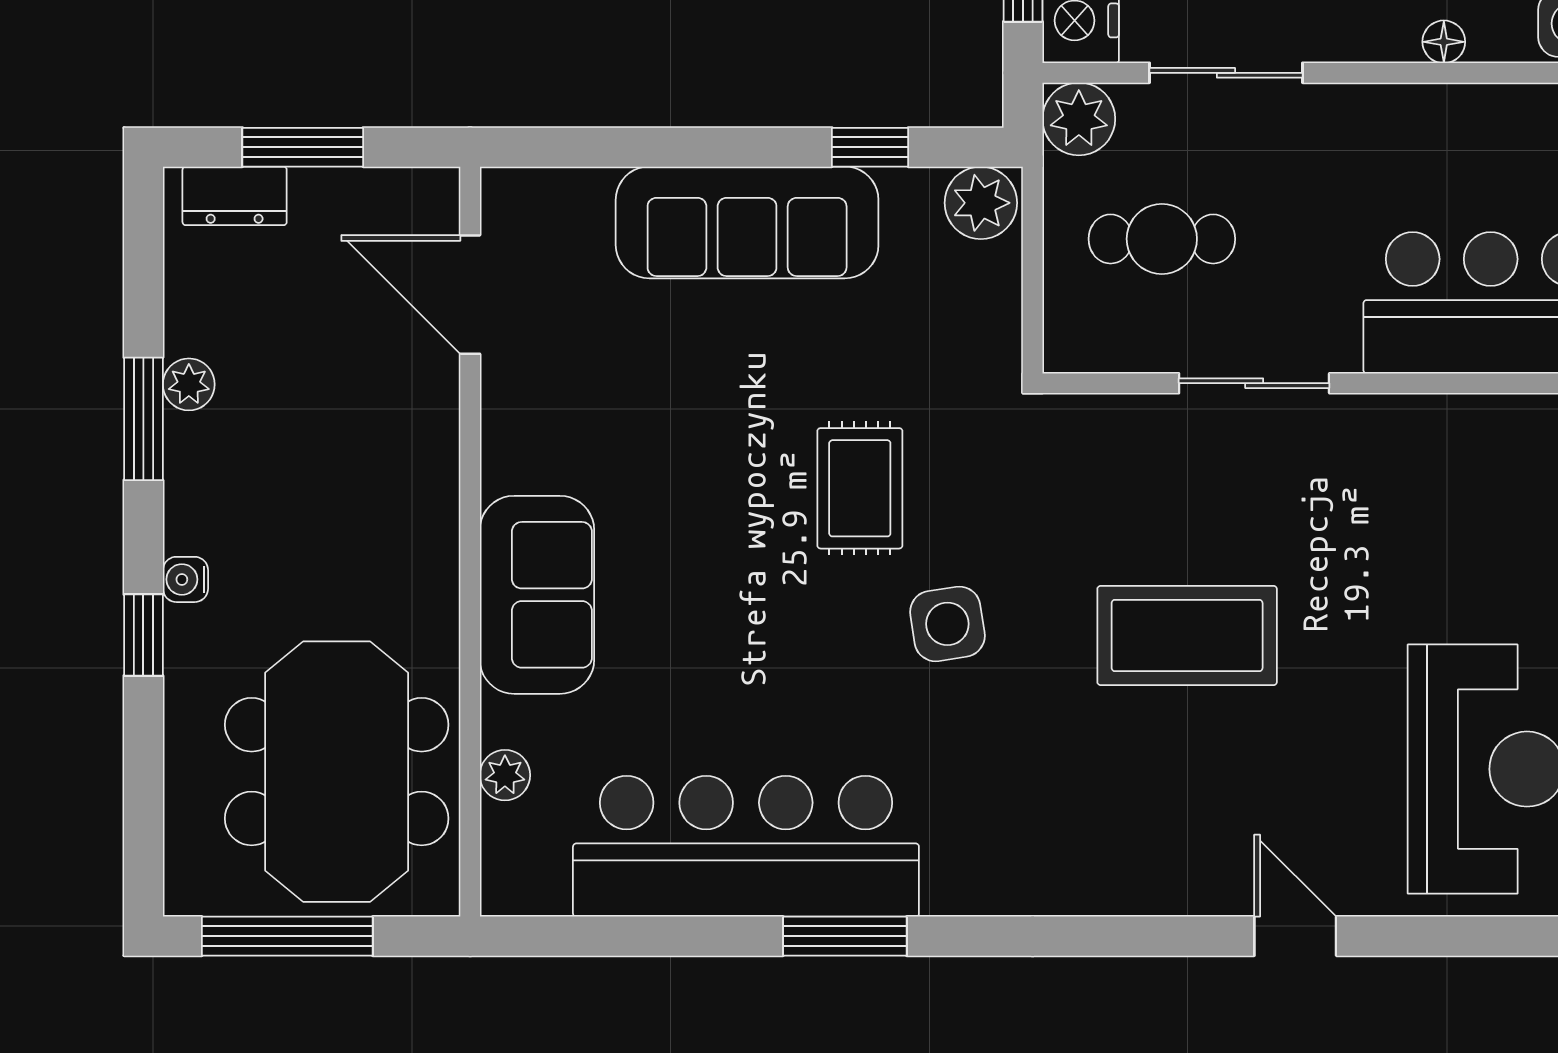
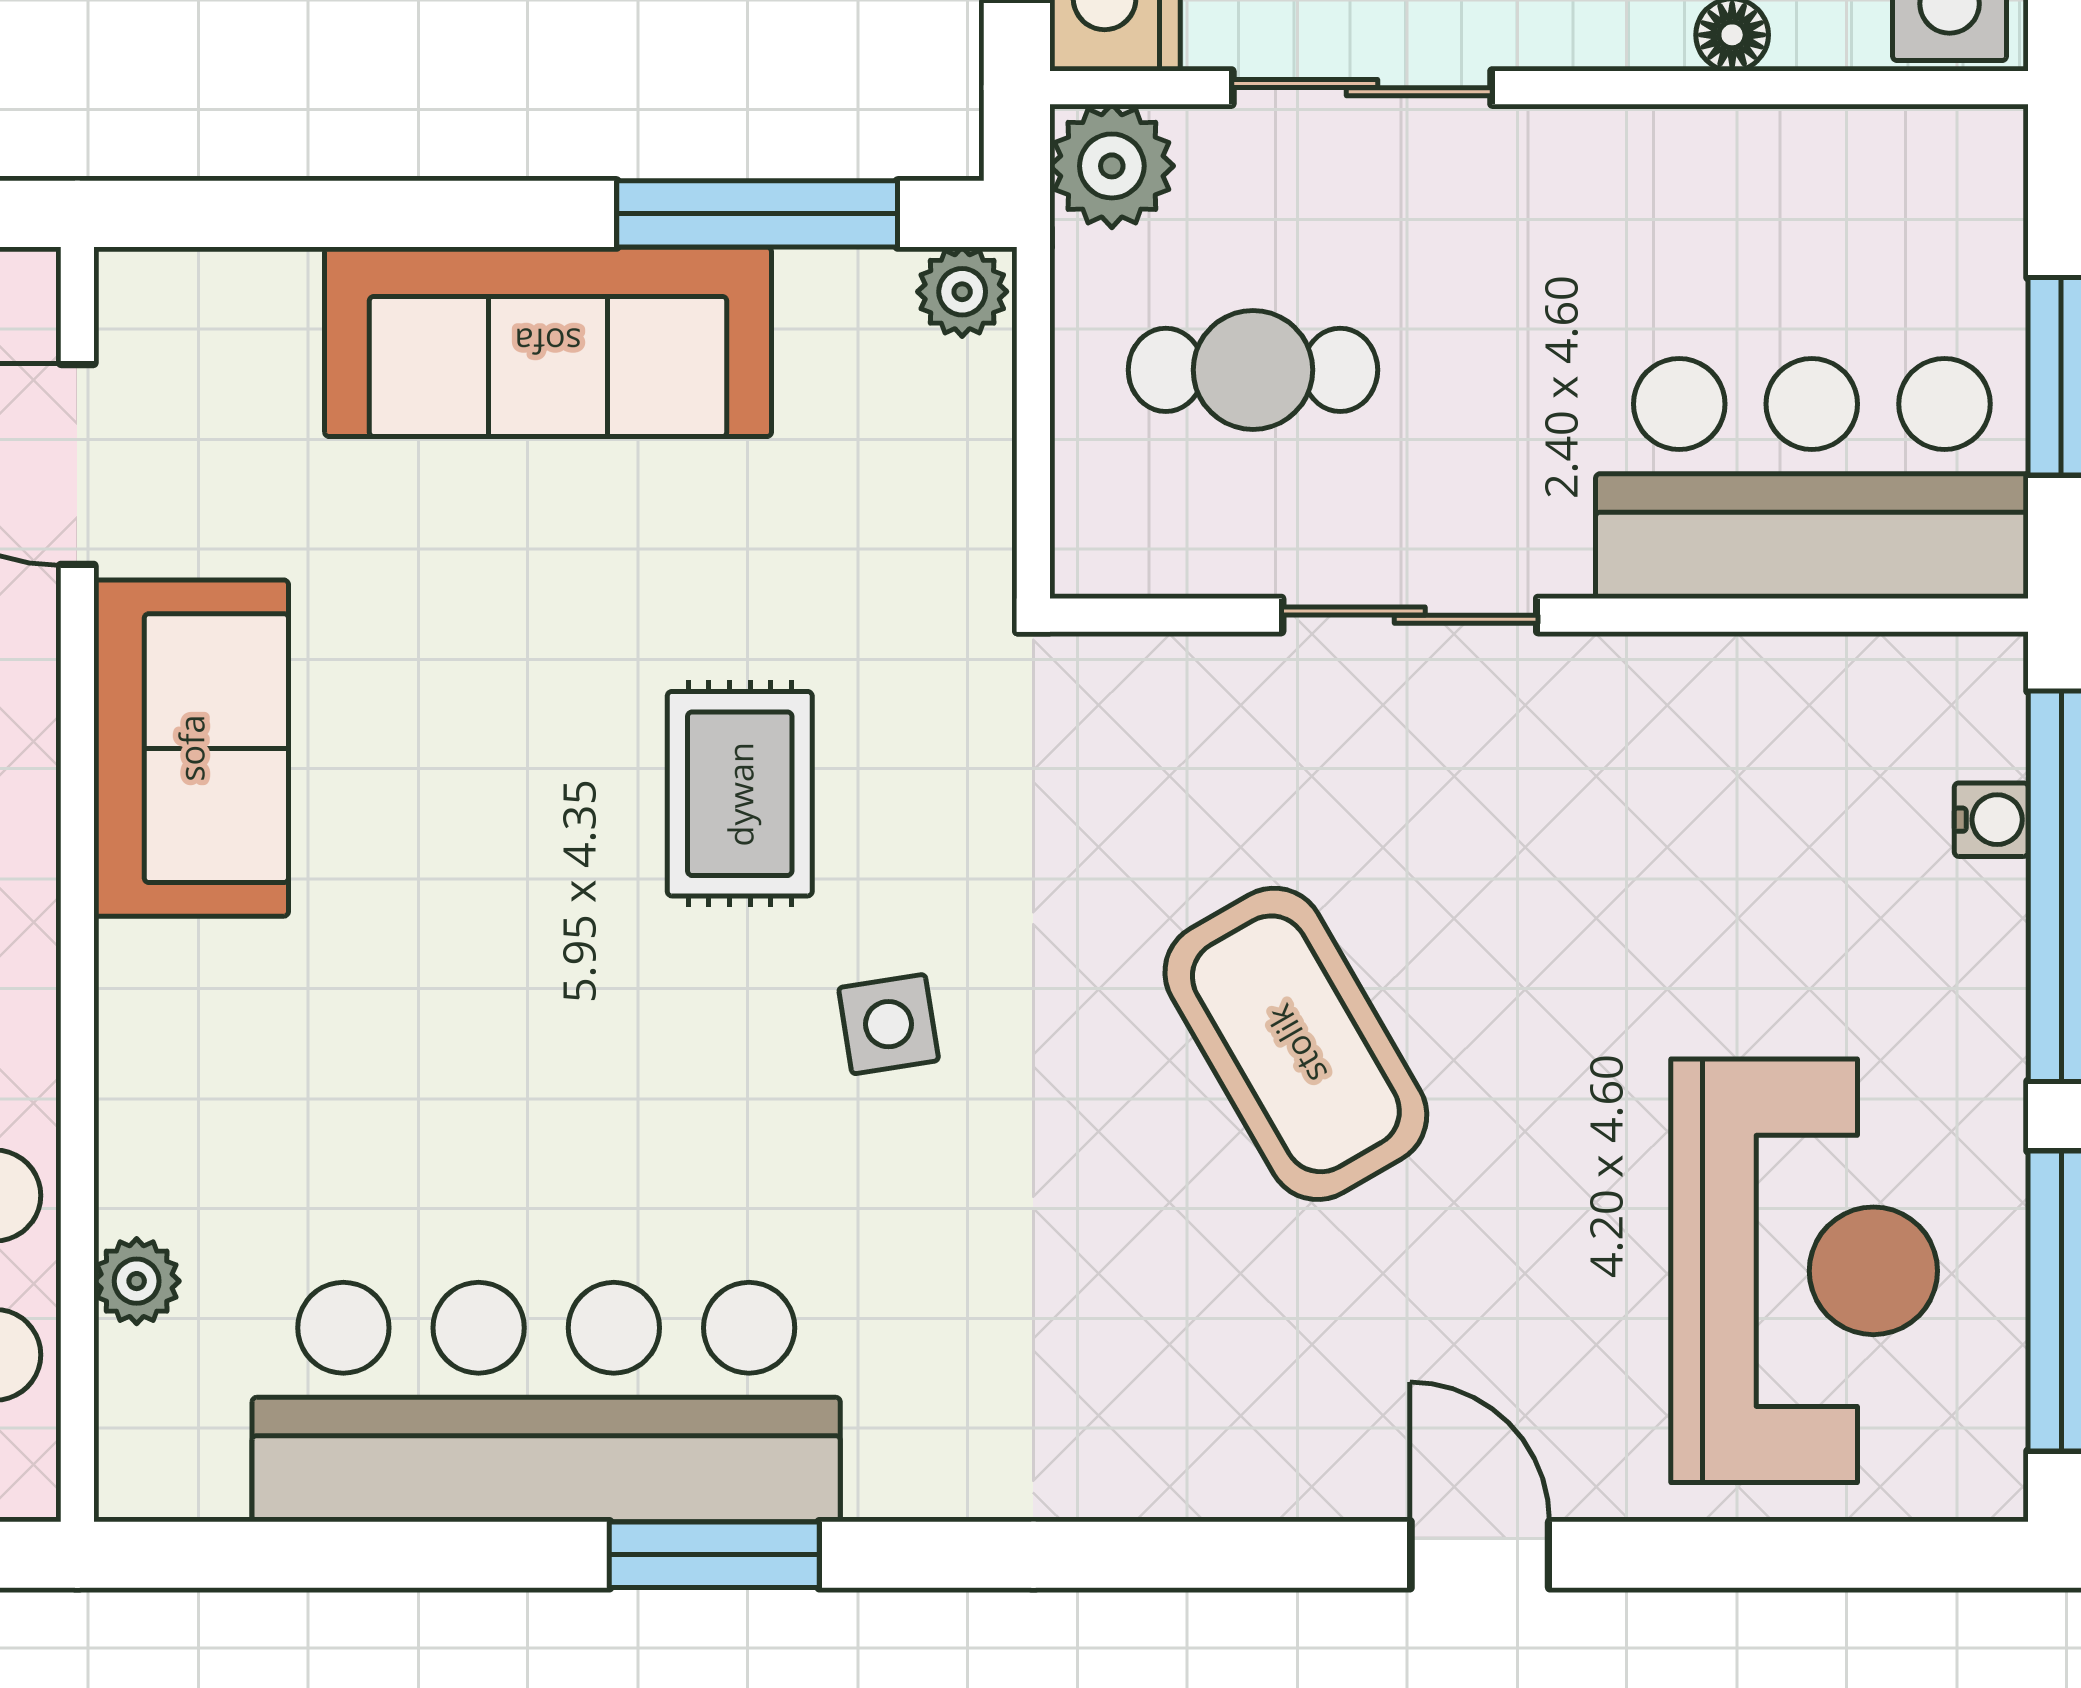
window: (870, 147) -> (757, 214), width x2.17
plant: (981, 203) -> (962, 292), width x0.73, depth x0.73
sofa: (537, 595) -> (191, 748), moved
side table: (947, 624) -> (889, 1024), width x0.73, depth x0.73
coffee table: (1187, 635) -> (1296, 1044), turned 60

